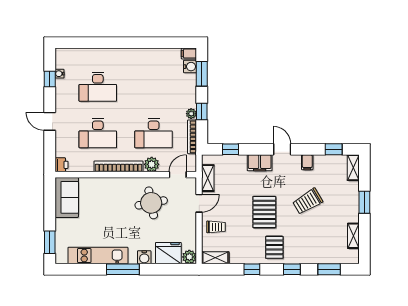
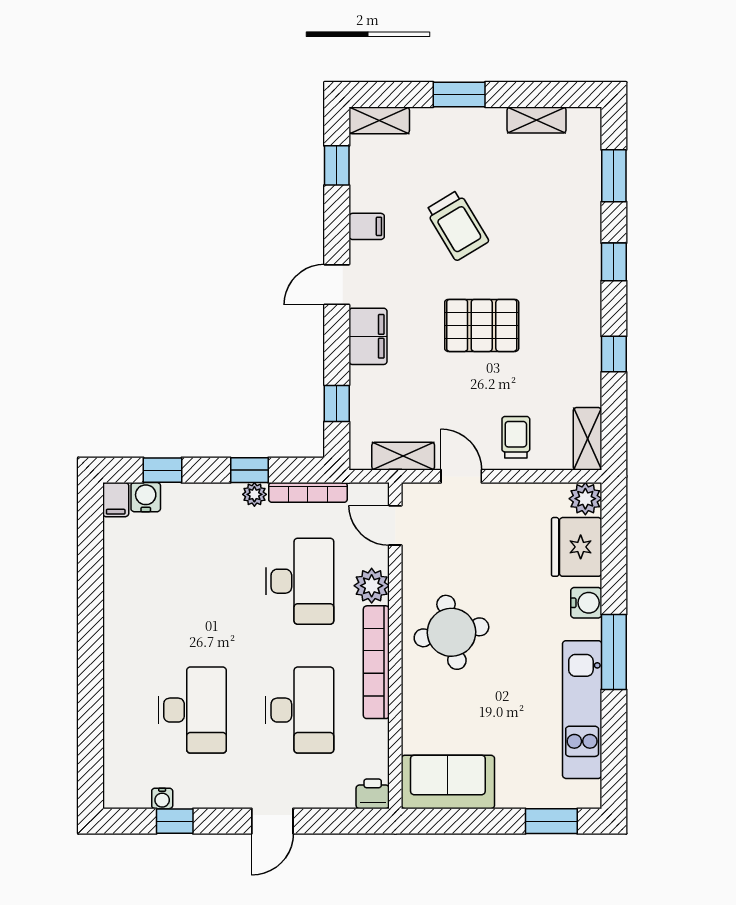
window: (202, 74) -> (162, 470), width x0.67
round table: (151, 203) -> (451, 632), moved
pallet: (274, 247) -> (563, 302), removed

